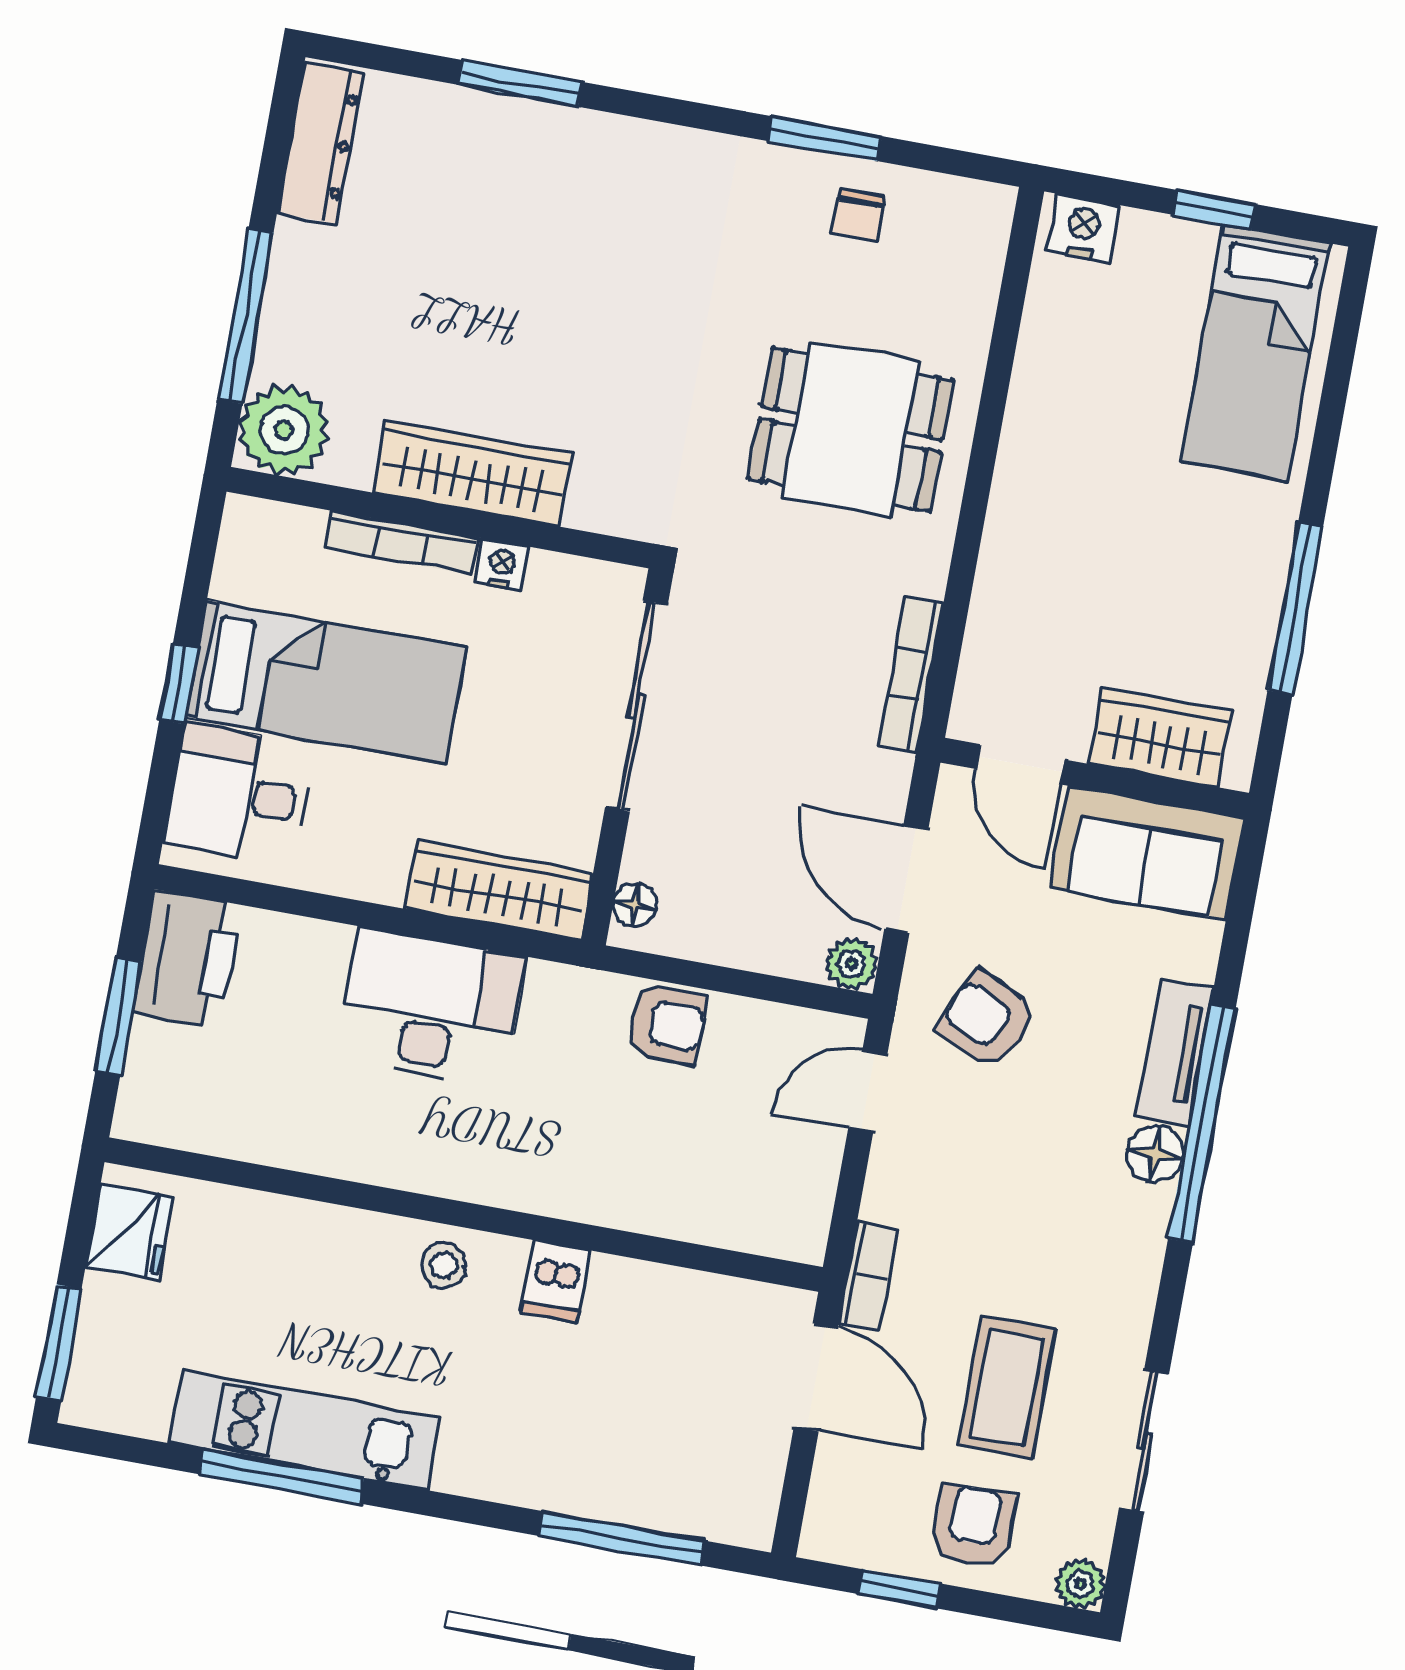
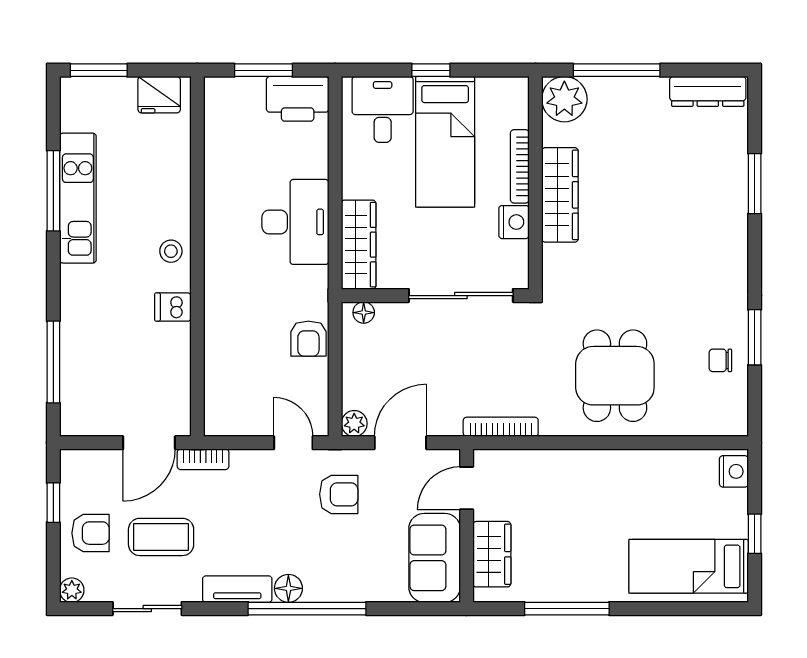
nightstand: (502, 565) -> (514, 222), width x1.39, depth x1.35
armchair: (987, 1020) -> (339, 494), turned 66
tv unit: (1175, 1052) -> (237, 589), moved

